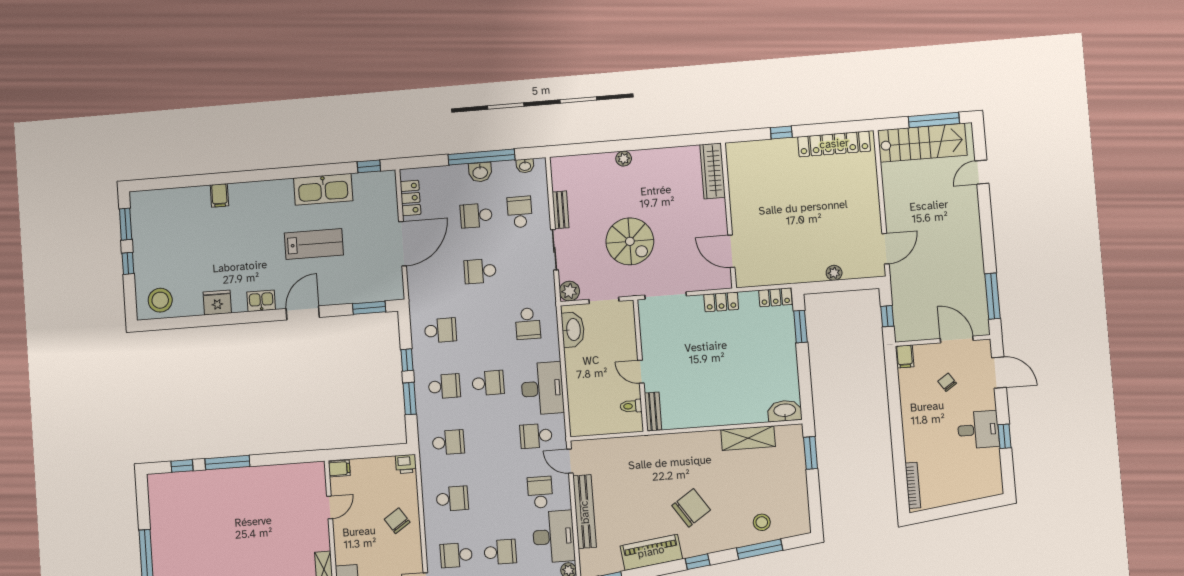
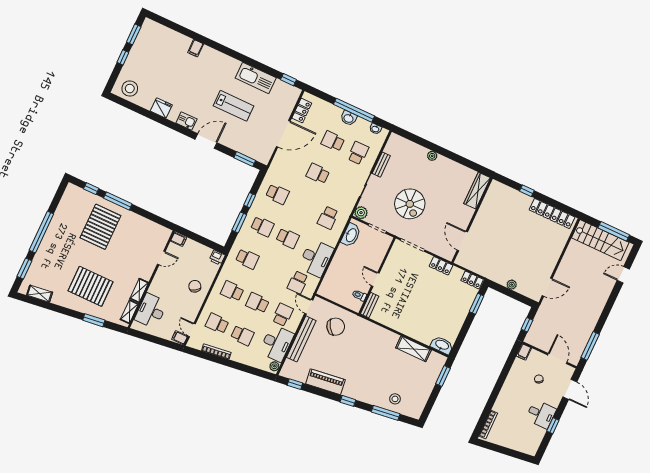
school desk: (536, 436) -> (298, 282), turned -90
school desk: (496, 495) -> (257, 303), added
school desk: (452, 499) -> (232, 291), turned 180
chair: (691, 508) -> (336, 327), moved
pallet: (223, 511) -> (100, 227), added

